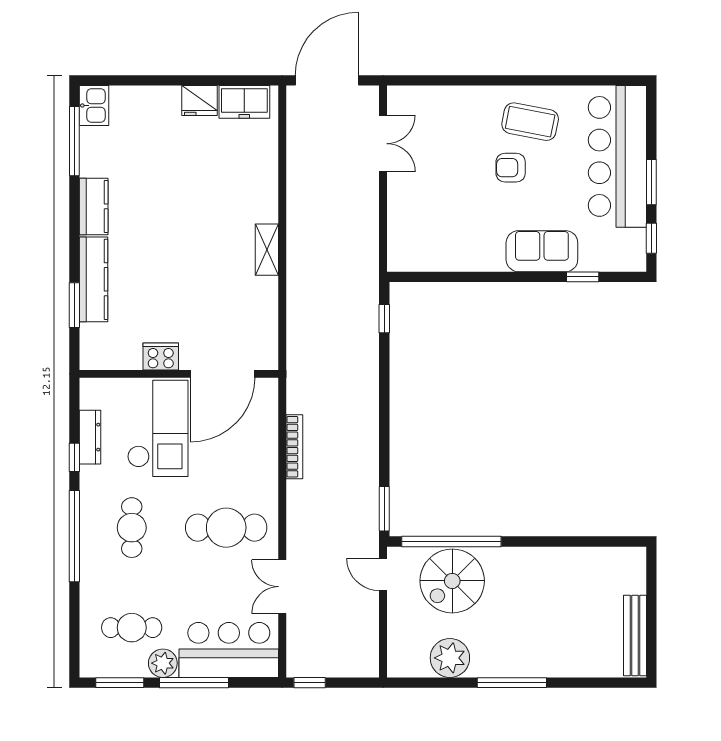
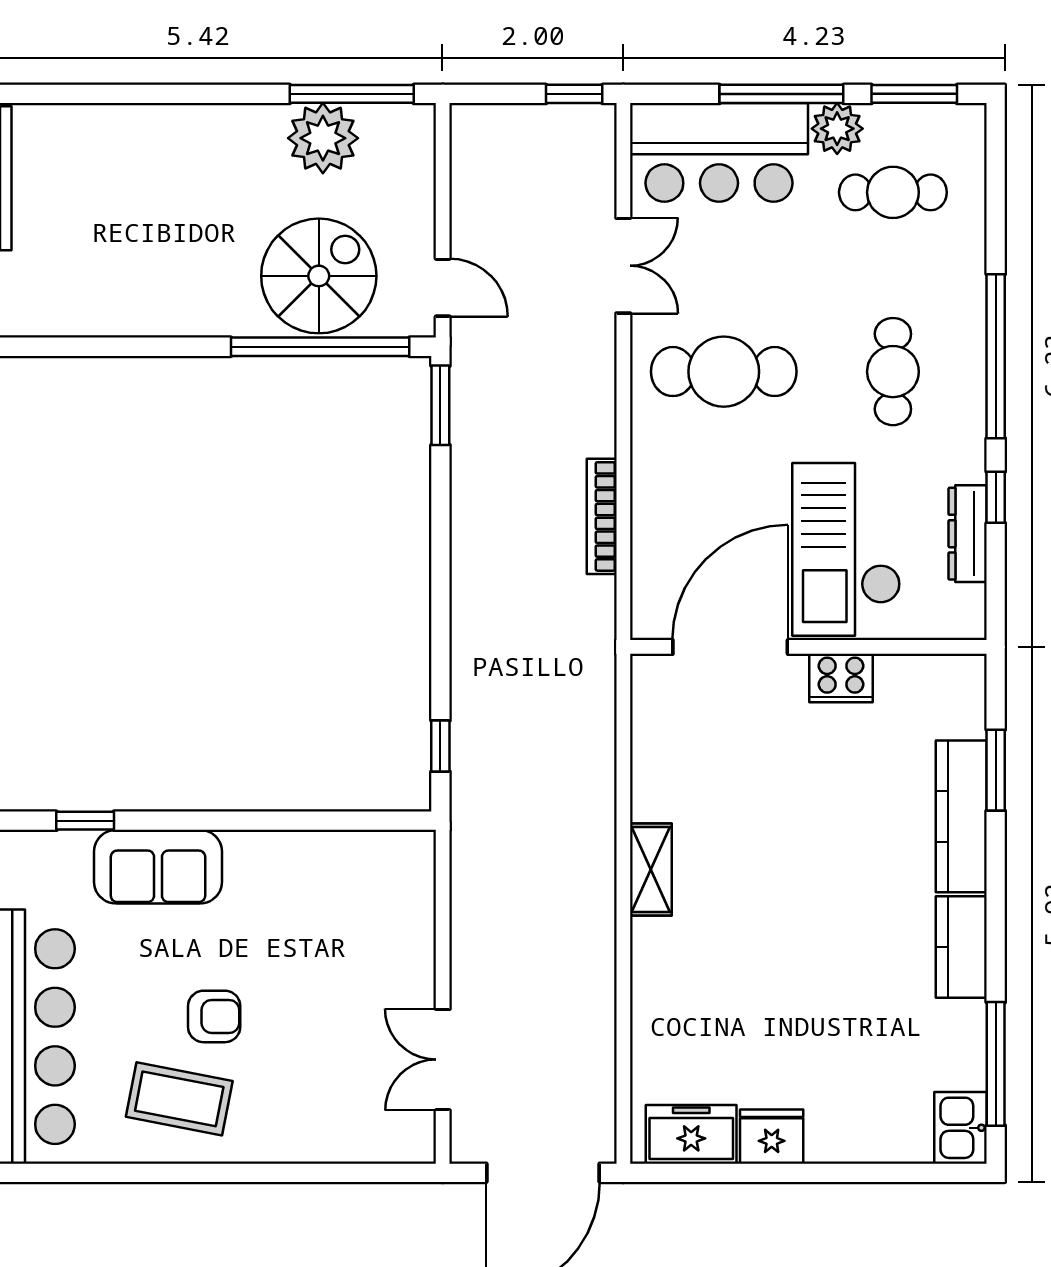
window: (512, 683) -> (352, 94), moved

